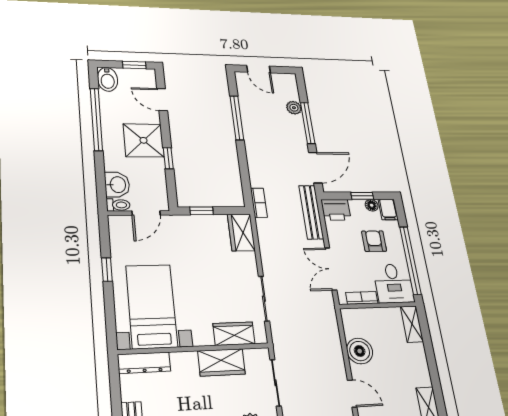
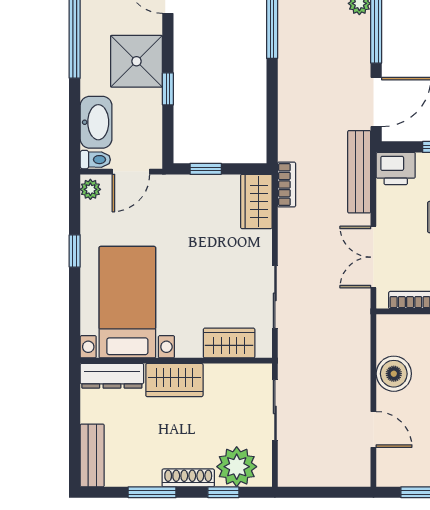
washbasin: (117, 185) -> (96, 122), width x1.38
bookcase: (259, 203) -> (287, 185), moved
plant: (116, 226) -> (90, 189), added
wardrobe: (221, 362) -> (174, 380), moved

